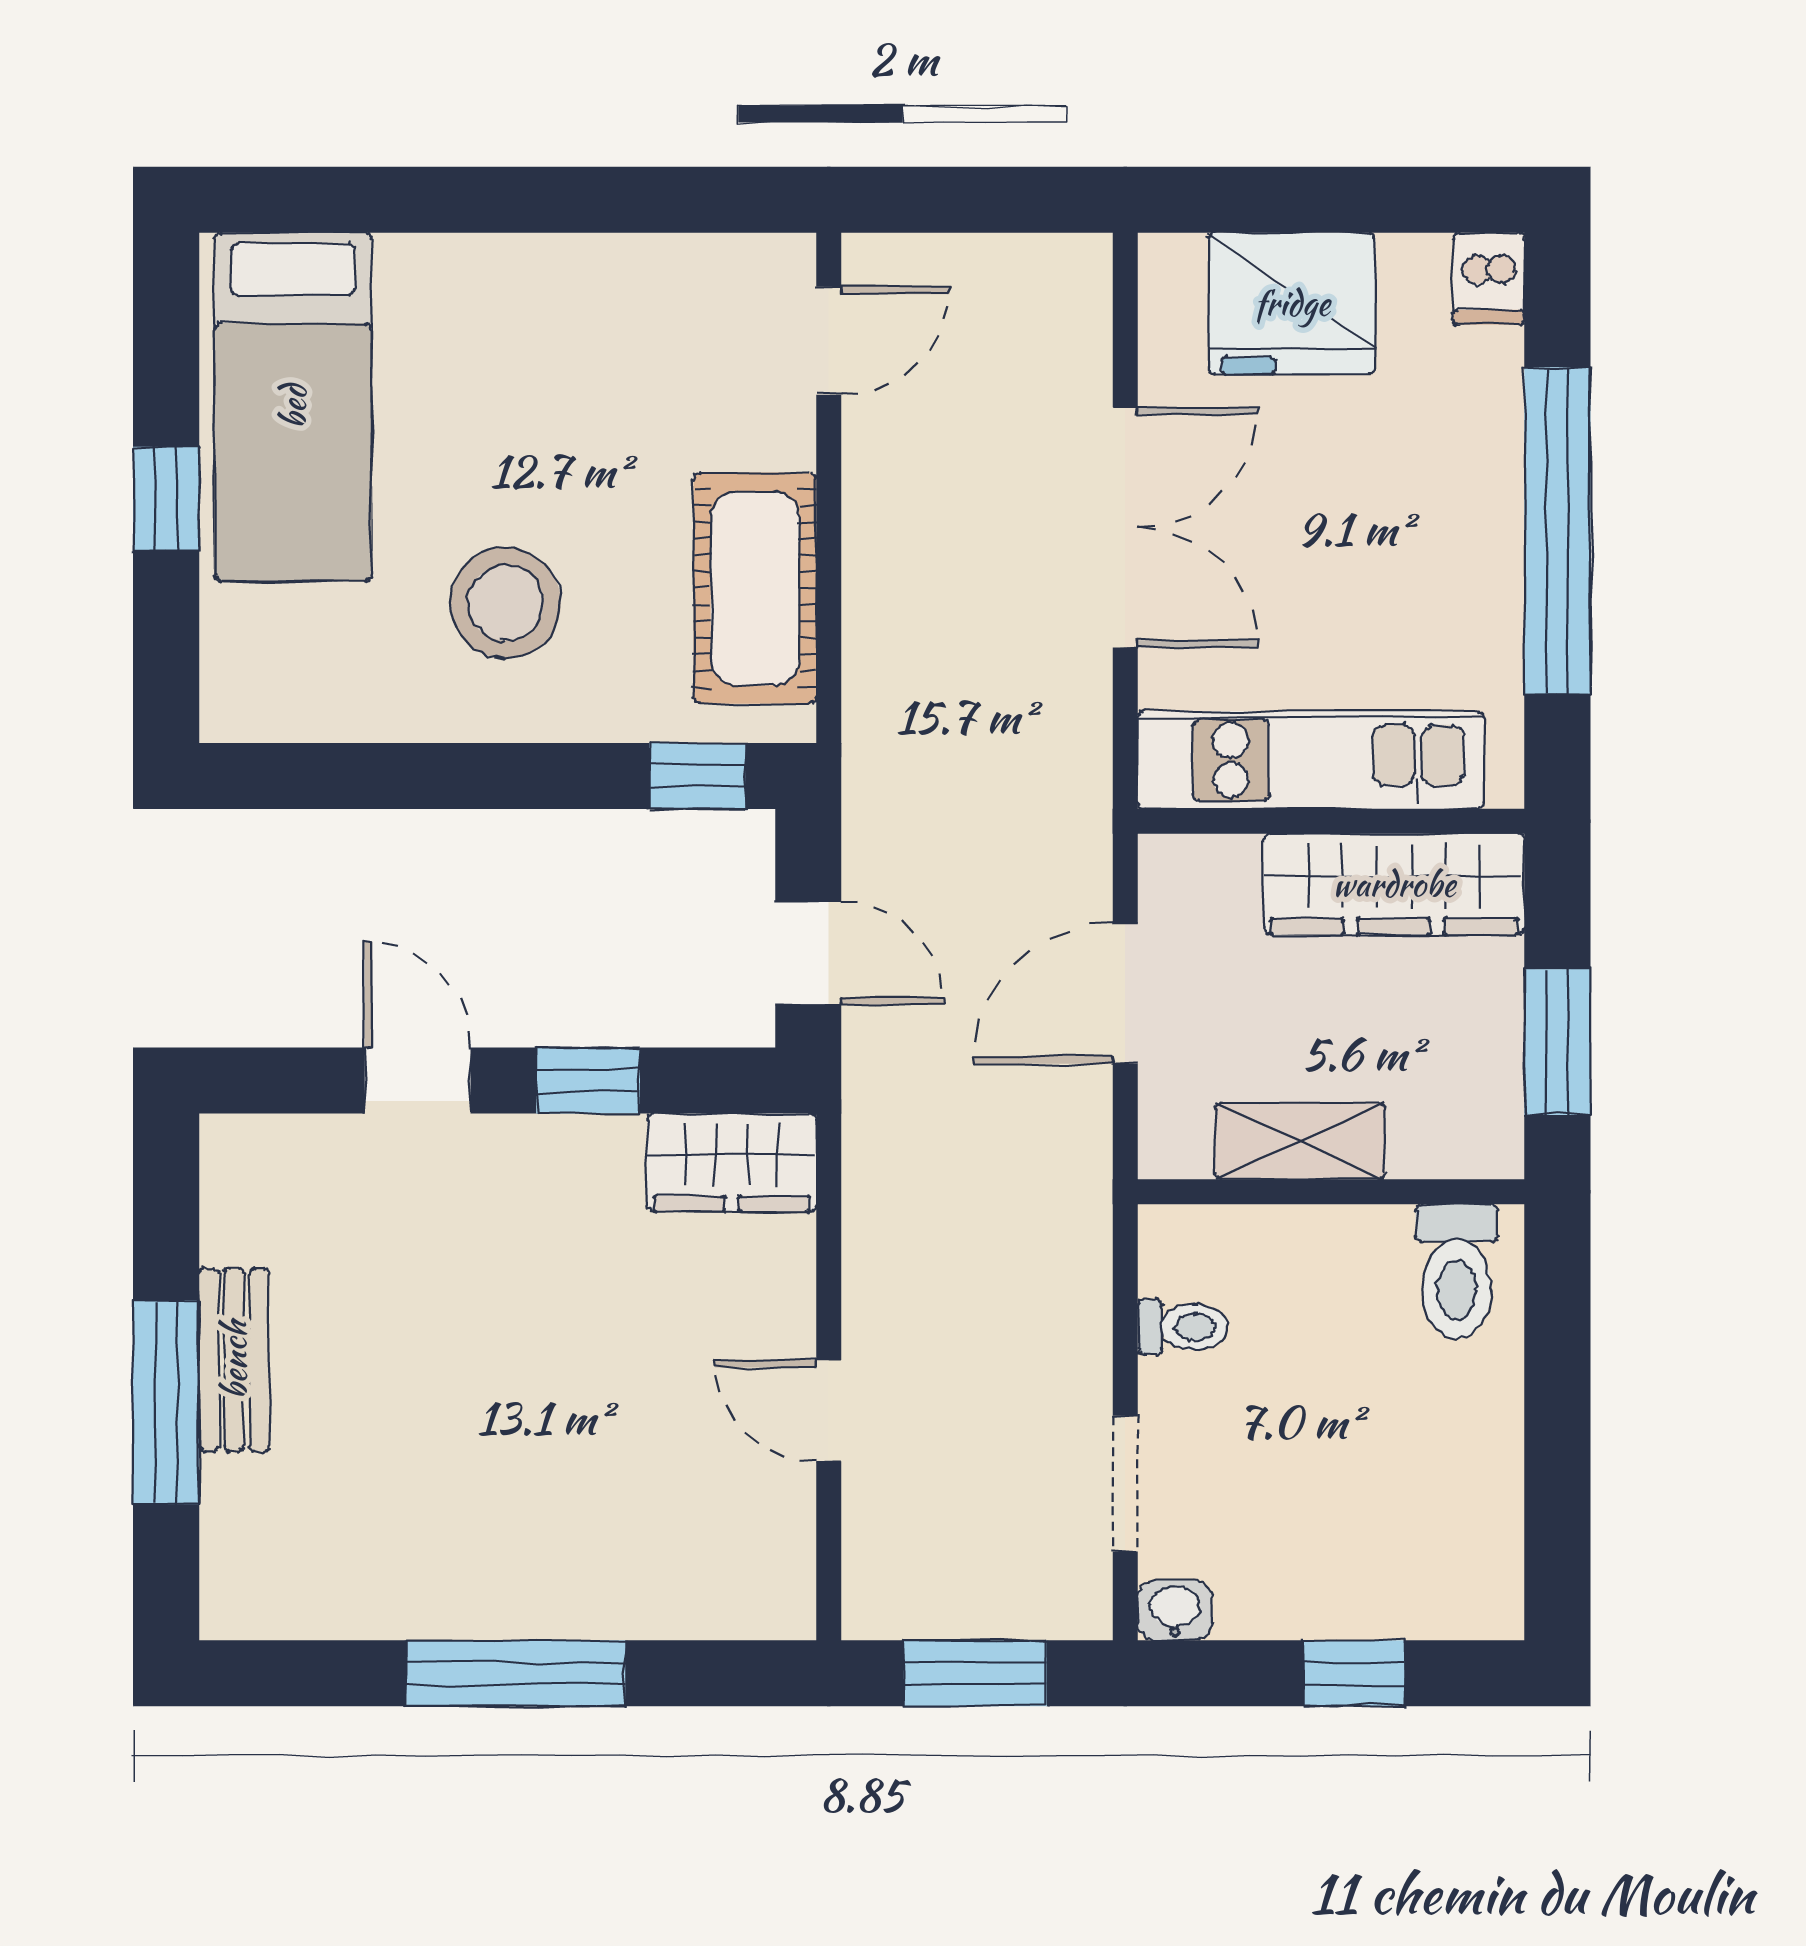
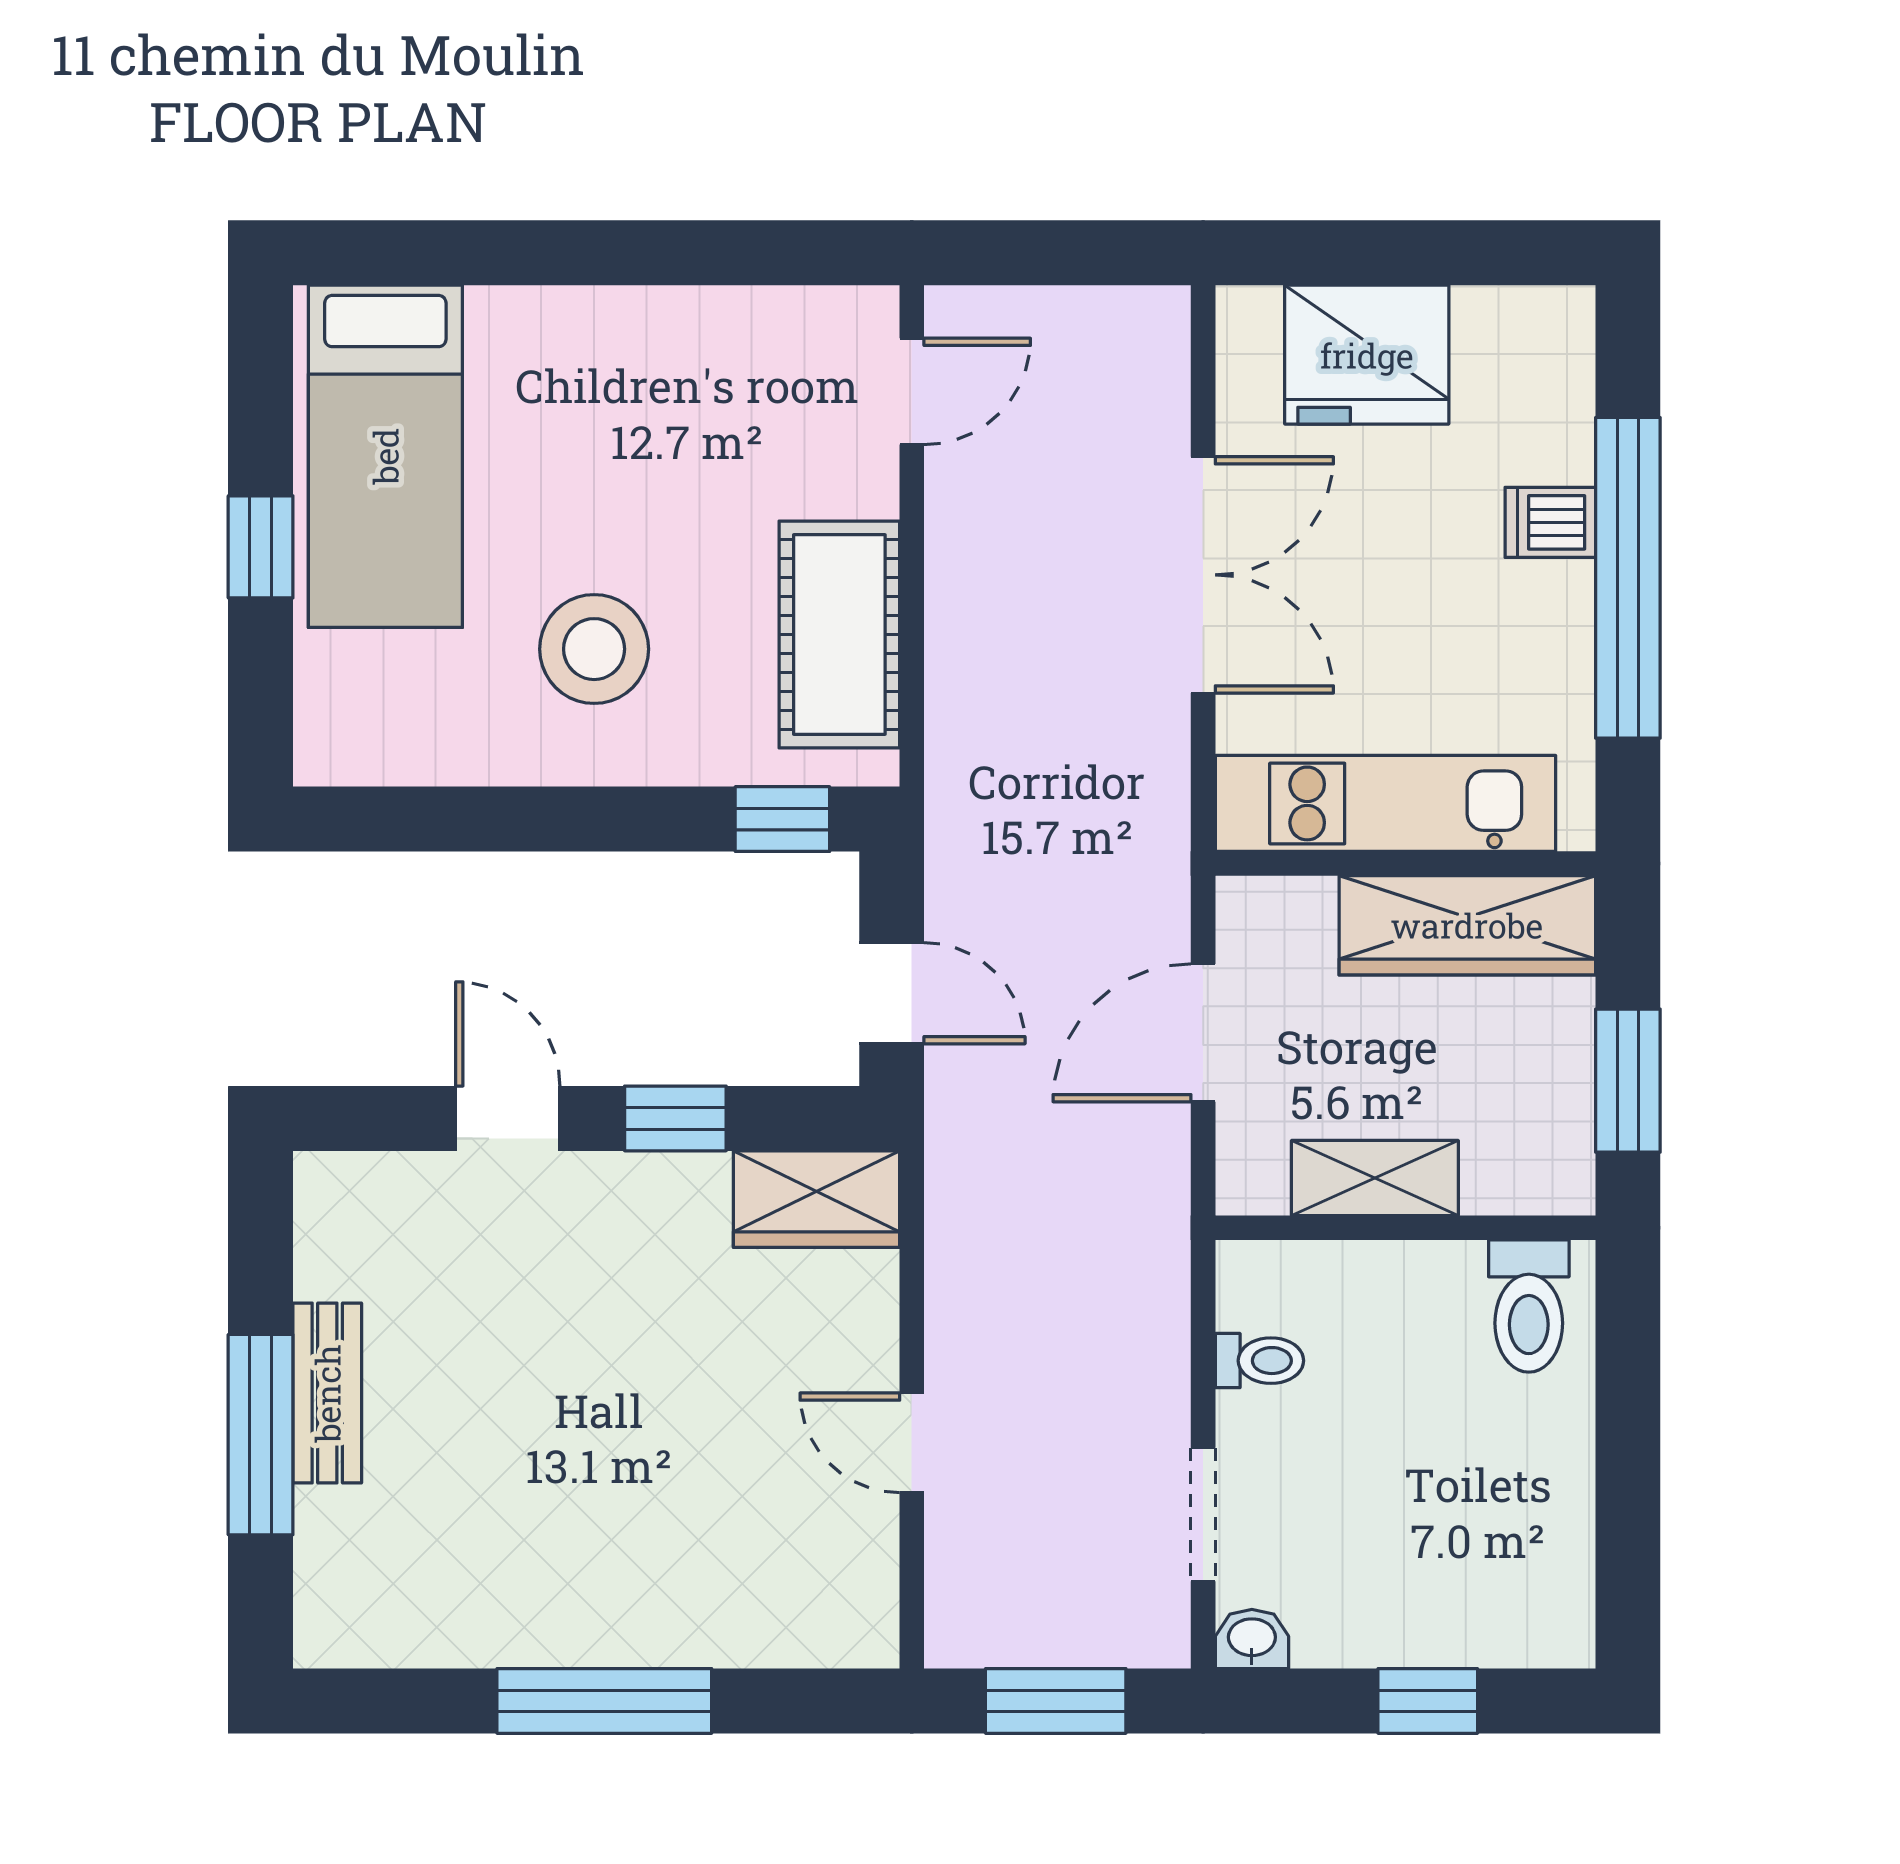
dishwasher: (1489, 279) -> (1550, 522), moved, turned 90

